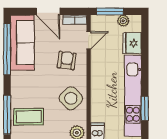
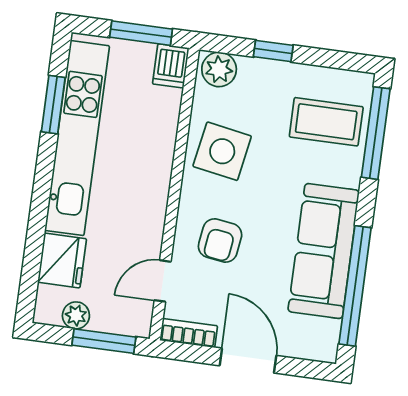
sofa: (22, 43) -> (324, 251), moved
side table: (71, 98) -> (222, 151), turned -36

